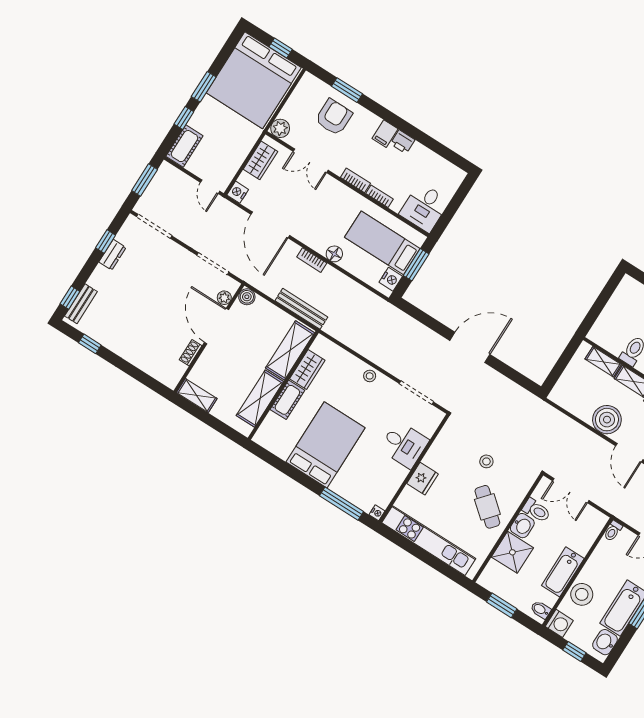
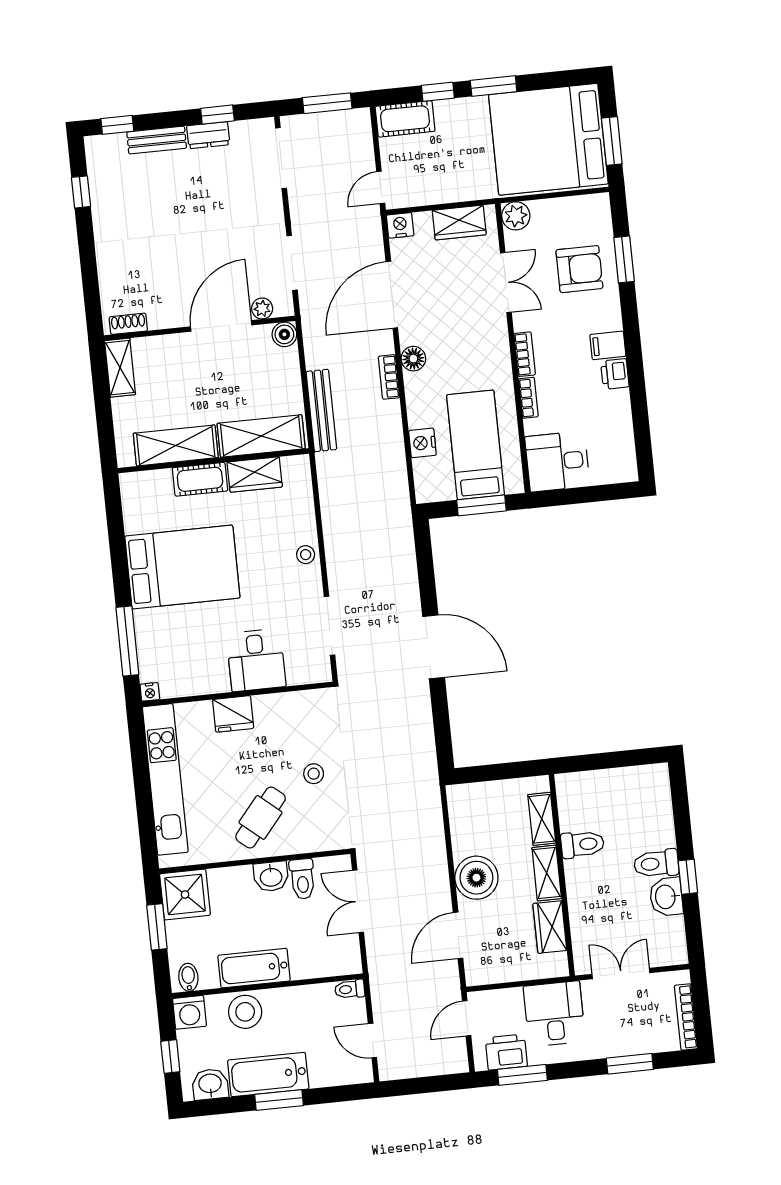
window: (281, 48) -> (612, 141), width x1.50
double door: (311, 161) -> (506, 283), swing flipped
floor lamp: (334, 254) -> (413, 359), moved
nightstand: (391, 279) -> (422, 443), moved, turned 90
bench: (81, 304) -> (157, 140), moved
shoe rack: (191, 353) -> (128, 324), moved
shower: (512, 552) -> (185, 894), moved

